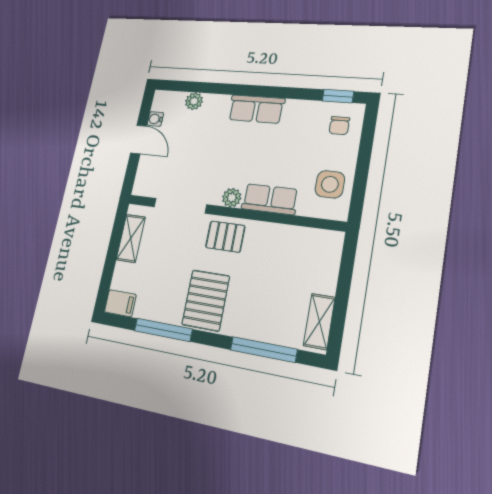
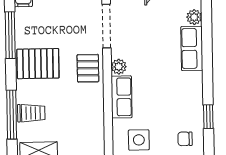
window: (338, 96) -> (208, 117), moved
row of seats: (256, 109) -> (192, 48), moved
trolley: (267, 322) -> (31, 113), added

